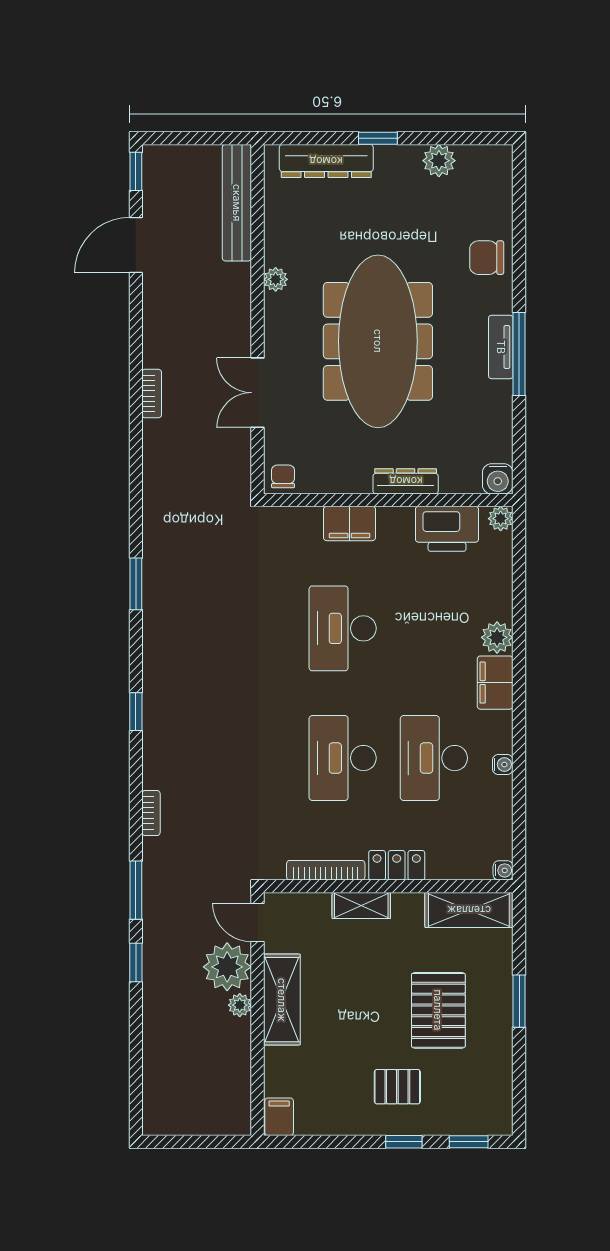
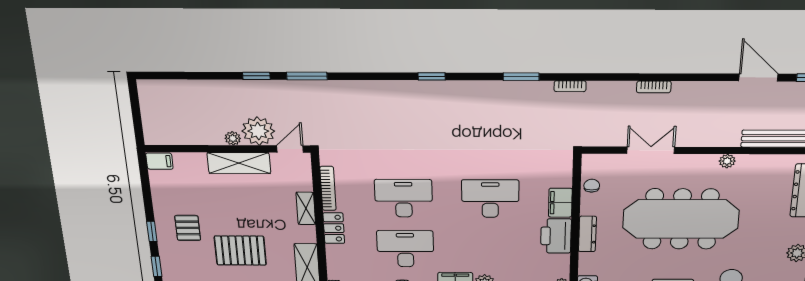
chair: (283, 476) -> (592, 186), moved, turned -90
printer: (447, 529) -> (556, 236), moved
bookcase: (151, 813) -> (570, 86), moved

